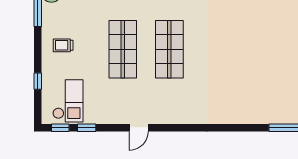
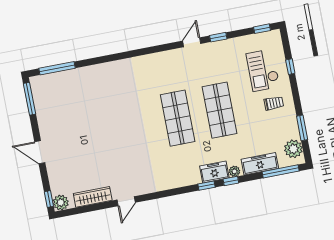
checkout: (68, 101) -> (263, 70), moved
window: (87, 128) -> (218, 37), moved

